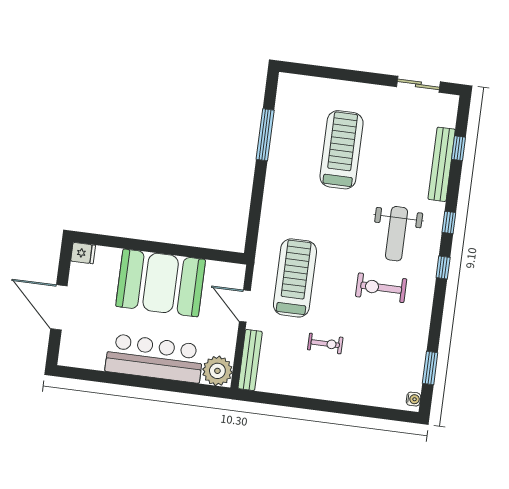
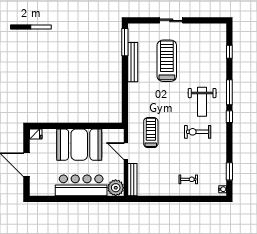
sliding door: (418, 84) -> (171, 20), moved
window: (265, 135) -> (125, 42), moved
bench: (442, 164) -> (133, 62), moved
window: (449, 222) -> (229, 92), width x2.17
treadmill: (295, 278) -> (151, 133), width x0.73, depth x0.73
exercise bike: (325, 344) -> (188, 179), moved

